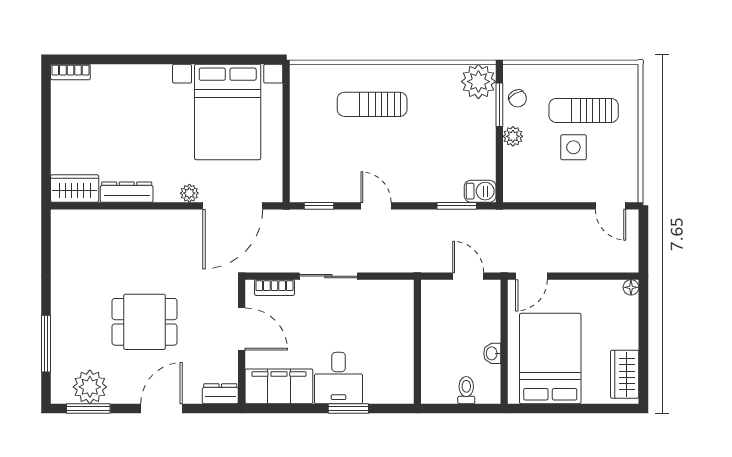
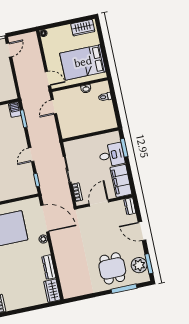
dining table: (145, 322) -> (112, 268), moved
wall: (417, 342) -> (90, 135), moved

